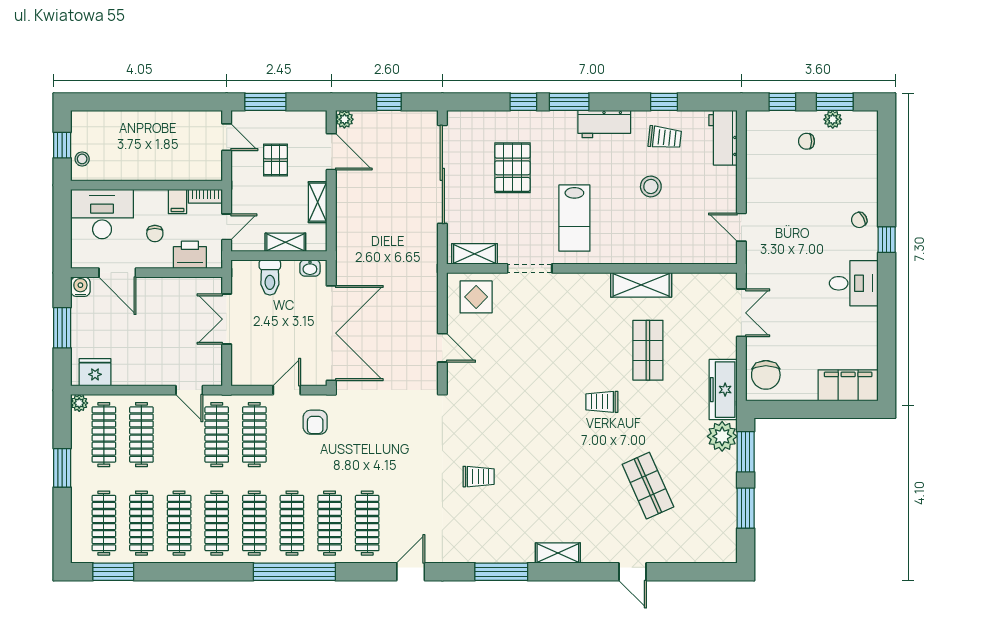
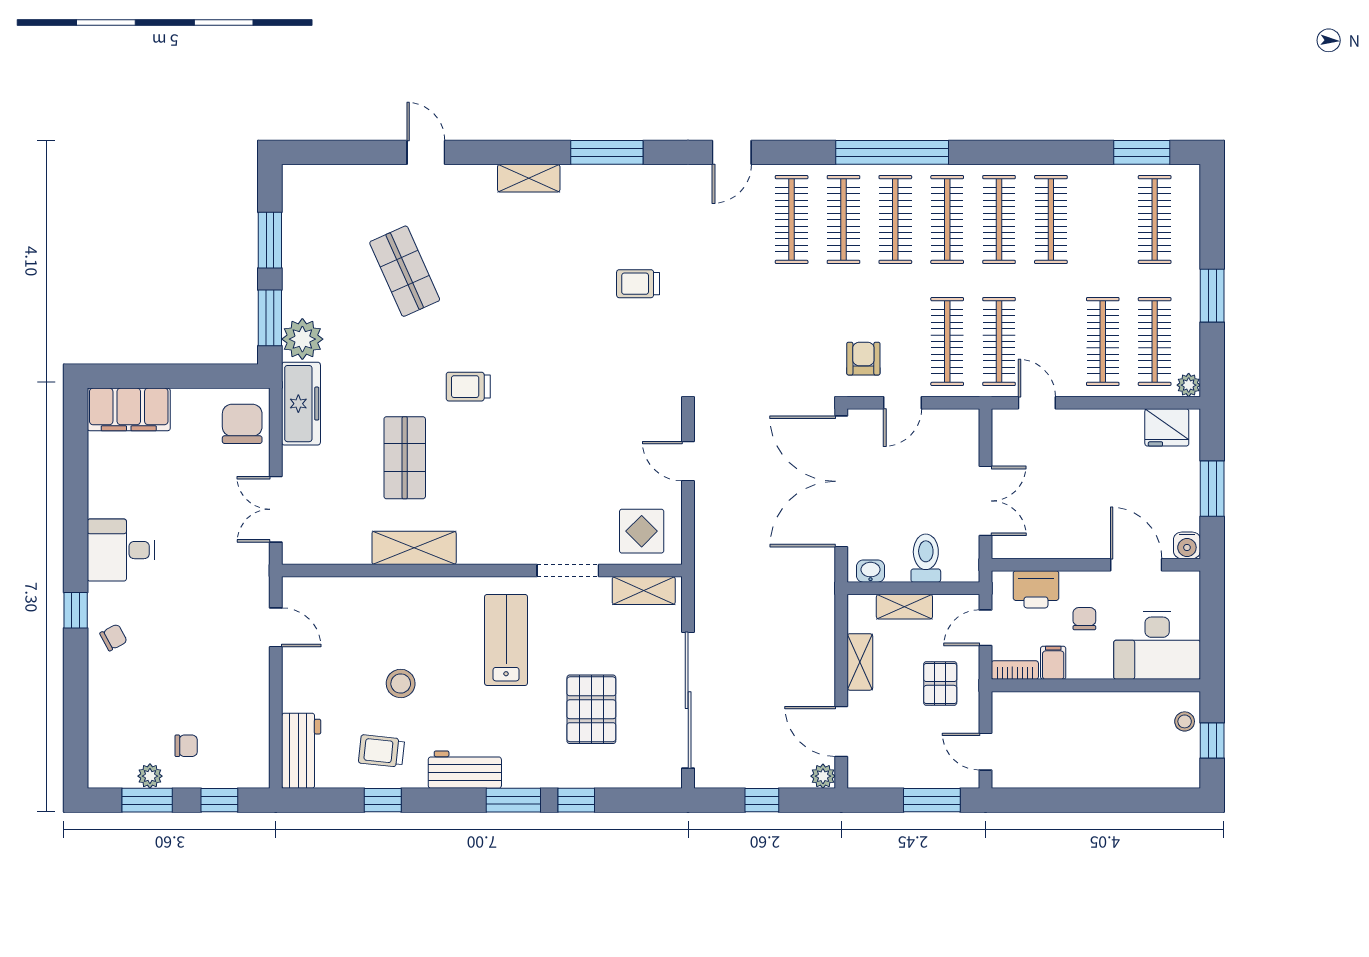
pallet: (276, 160) -> (940, 683), moved
trolley: (602, 402) -> (468, 387), turned 180
clothes rail: (141, 523) -> (1103, 220), removed

